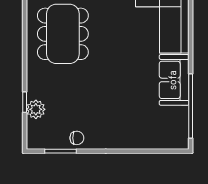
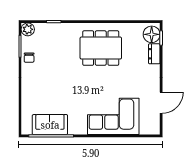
sofa: (174, 80) -> (50, 125), moved
plant: (36, 109) -> (28, 29), moved

